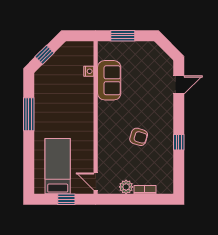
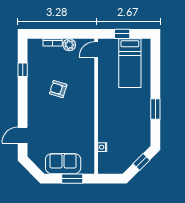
sofa: (109, 80) -> (63, 164), moved, turned 90
window: (29, 114) -> (155, 109), width x0.69
window: (179, 142) -> (23, 70), moved
door: (96, 182) -> (96, 50), swing flipped

